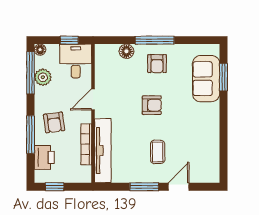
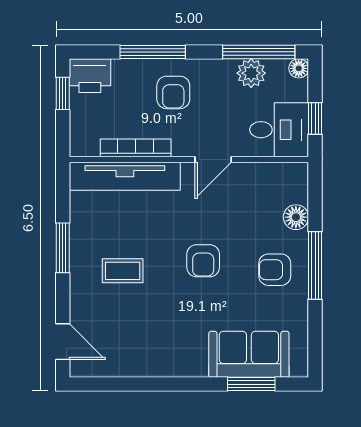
door: (93, 99) -> (213, 160), swing flipped
armchair: (54, 122) -> (173, 92), turned -82
printer: (44, 157) -> (90, 76), moved
door: (179, 187) -> (63, 342), moved

